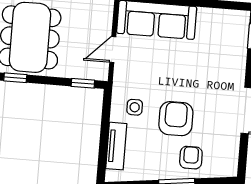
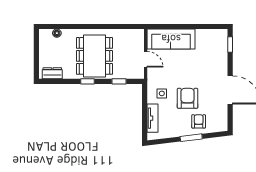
door: (113, 49) -> (146, 59), swing flipped
window: (83, 83) -> (119, 81), moved

